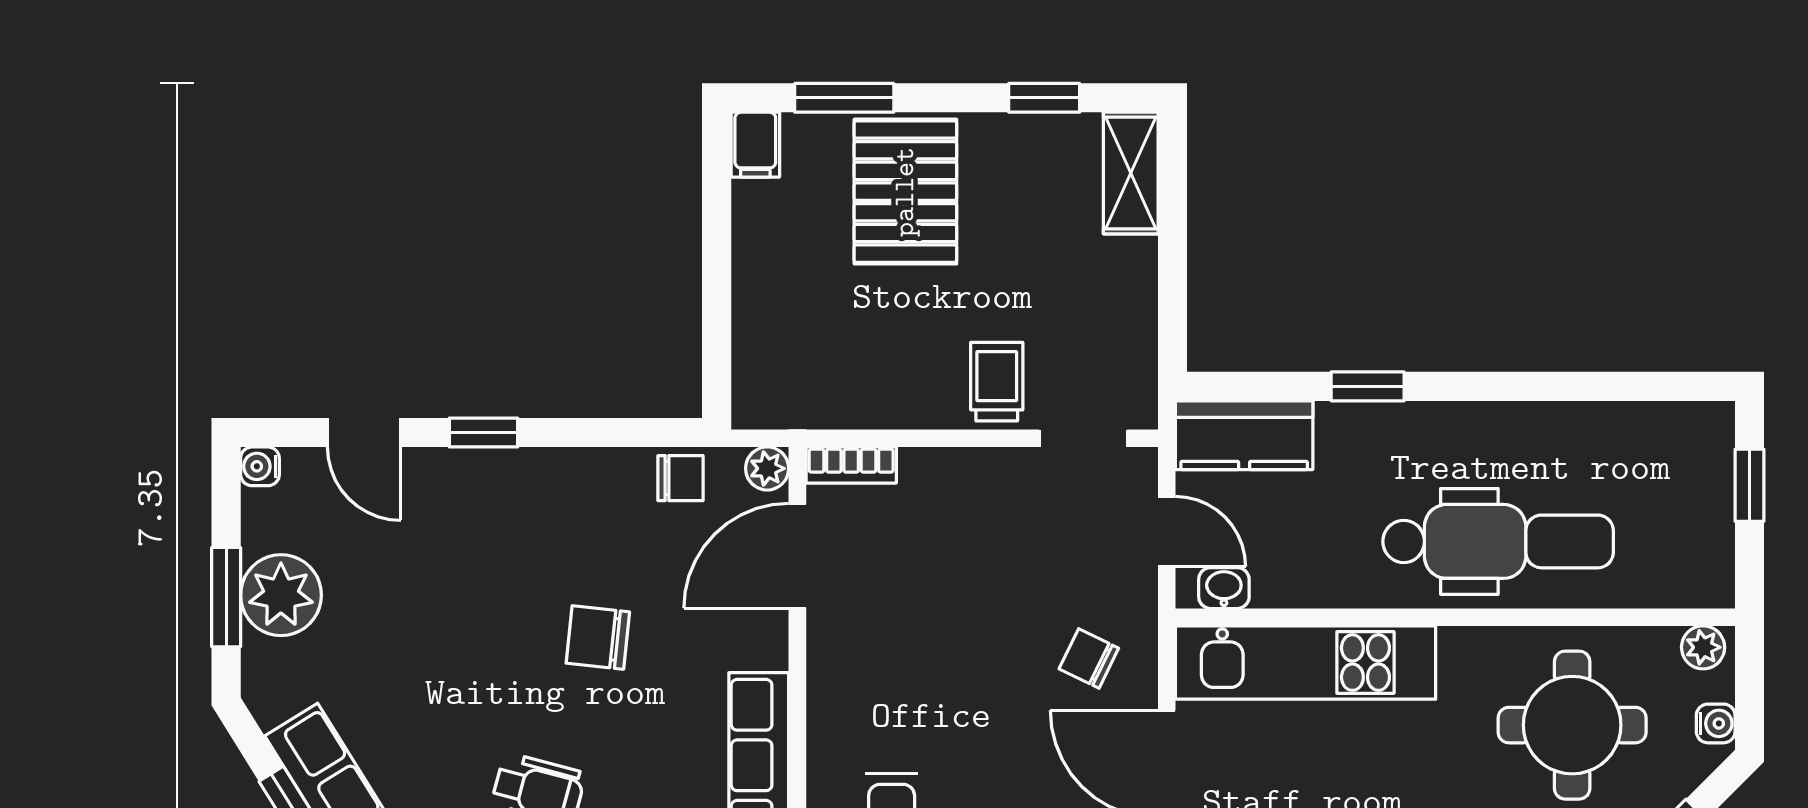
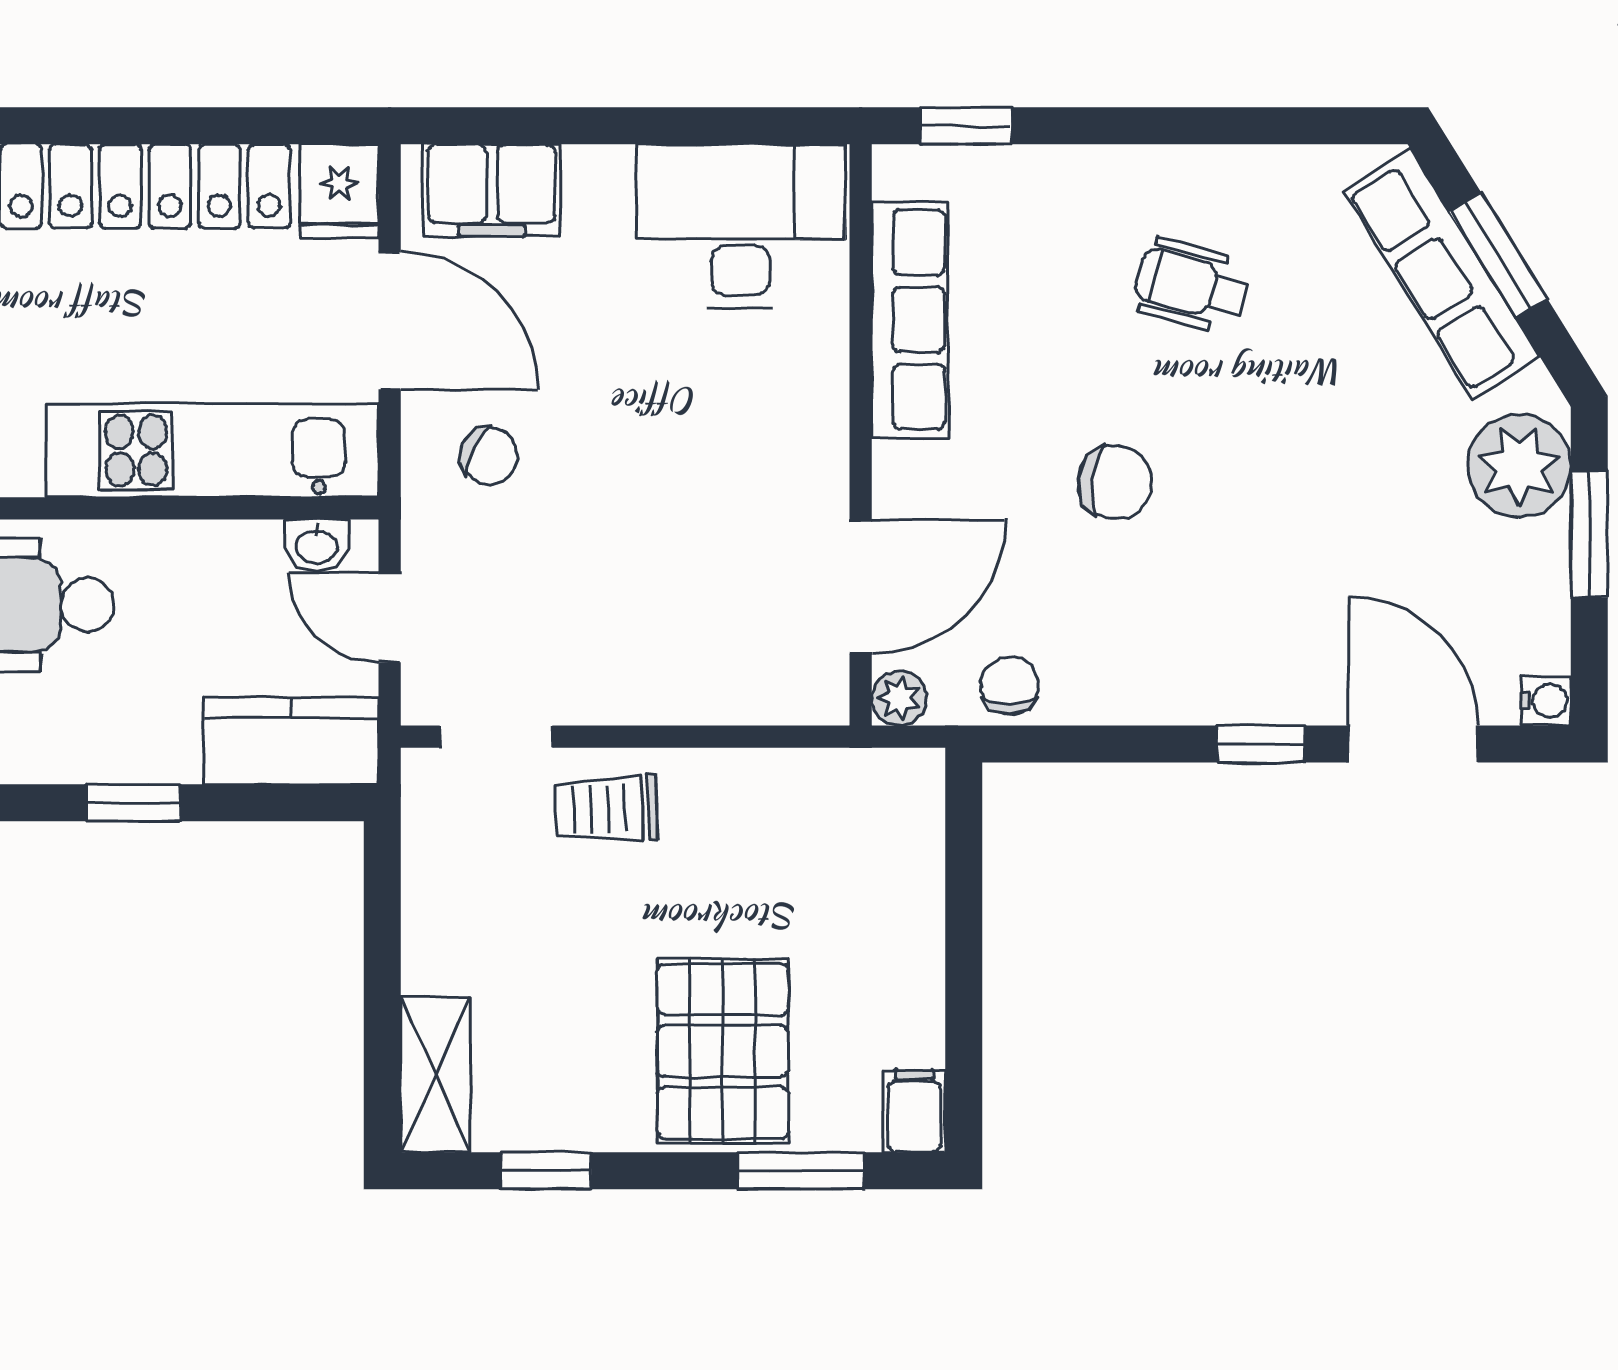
trolley: (997, 382) -> (606, 809), turned 88
door: (364, 433) -> (1413, 744), width x1.38
bookcase: (851, 465) -> (792, 702), removed
chair: (681, 478) -> (1010, 686), turned 90
plant: (281, 595) -> (1519, 466), moved

